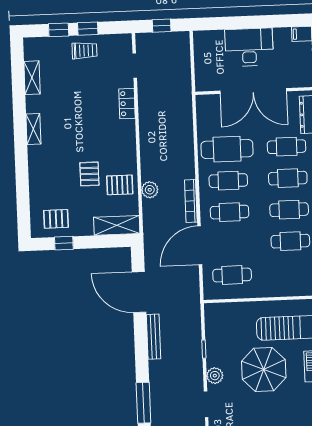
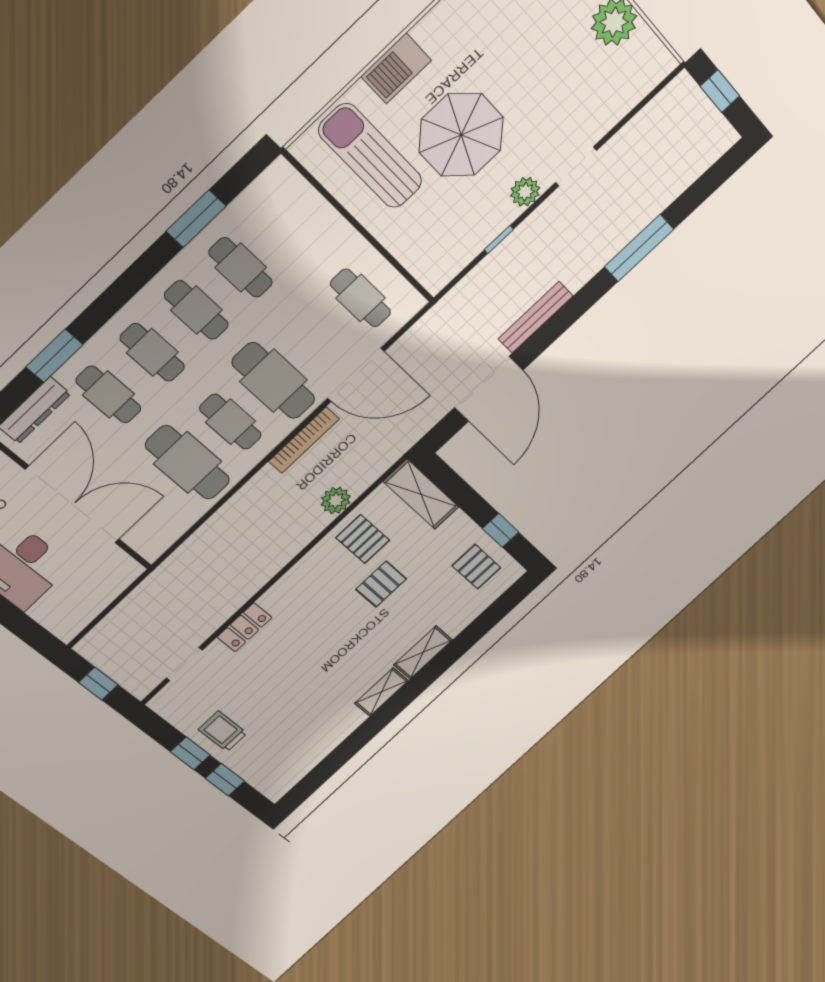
shelving: (32, 78) -> (423, 652), moved
cafe table: (230, 212) -> (274, 381), width x1.37, depth x1.35

